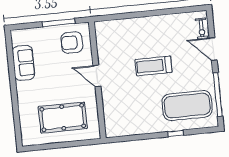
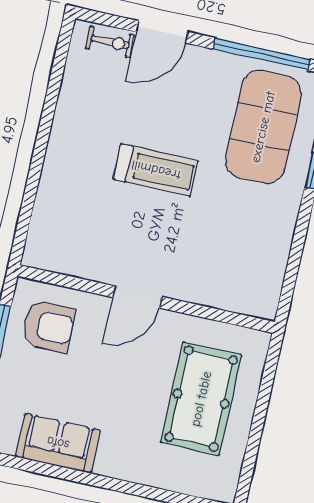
armchair: (72, 42) -> (49, 326), turned -90
treadmill: (154, 66) -> (156, 170), turned -90

